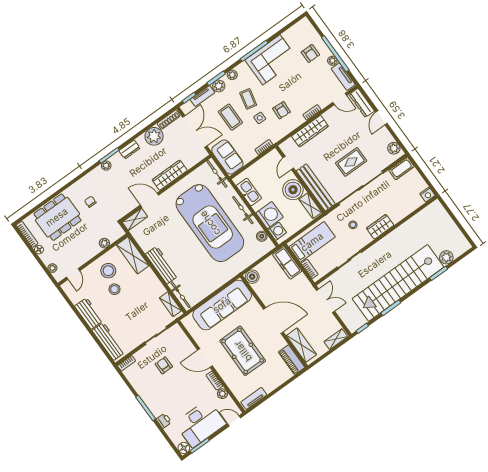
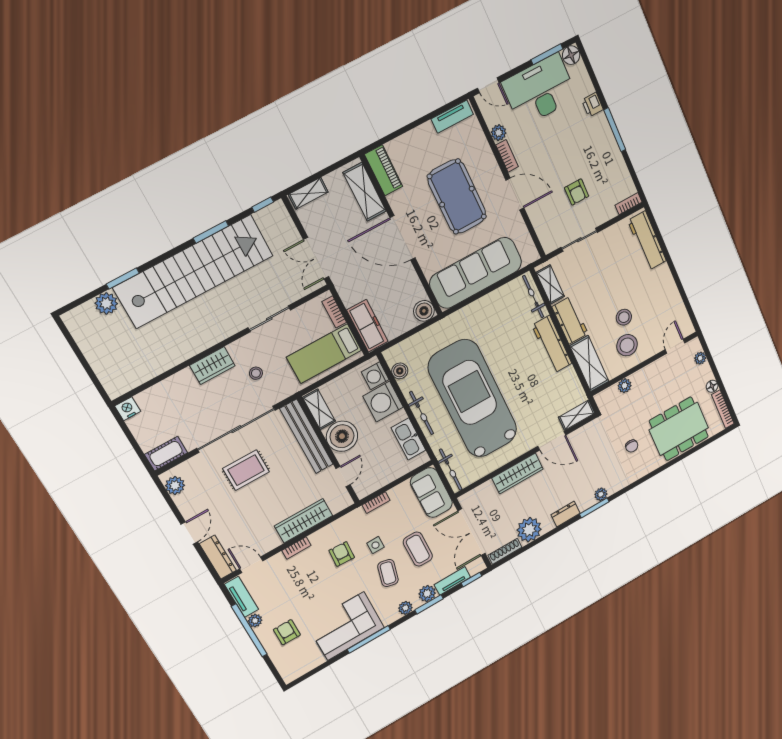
workbench: (89, 313) -> (570, 320), moved, turned 180

